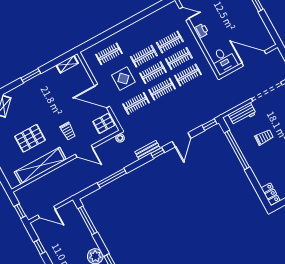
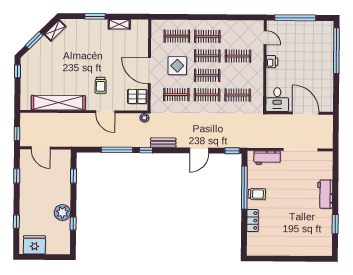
clothes rail: (179, 58) -> (207, 36), moved
shelving: (67, 64) -> (119, 24), moved
trolley: (264, 137) -> (257, 194), moved
pallet: (30, 138) -> (63, 73), removed
window: (158, 153) -> (146, 150), moved
locker: (271, 194) -> (253, 220), moved
window: (88, 220) -> (73, 176), width x0.46

